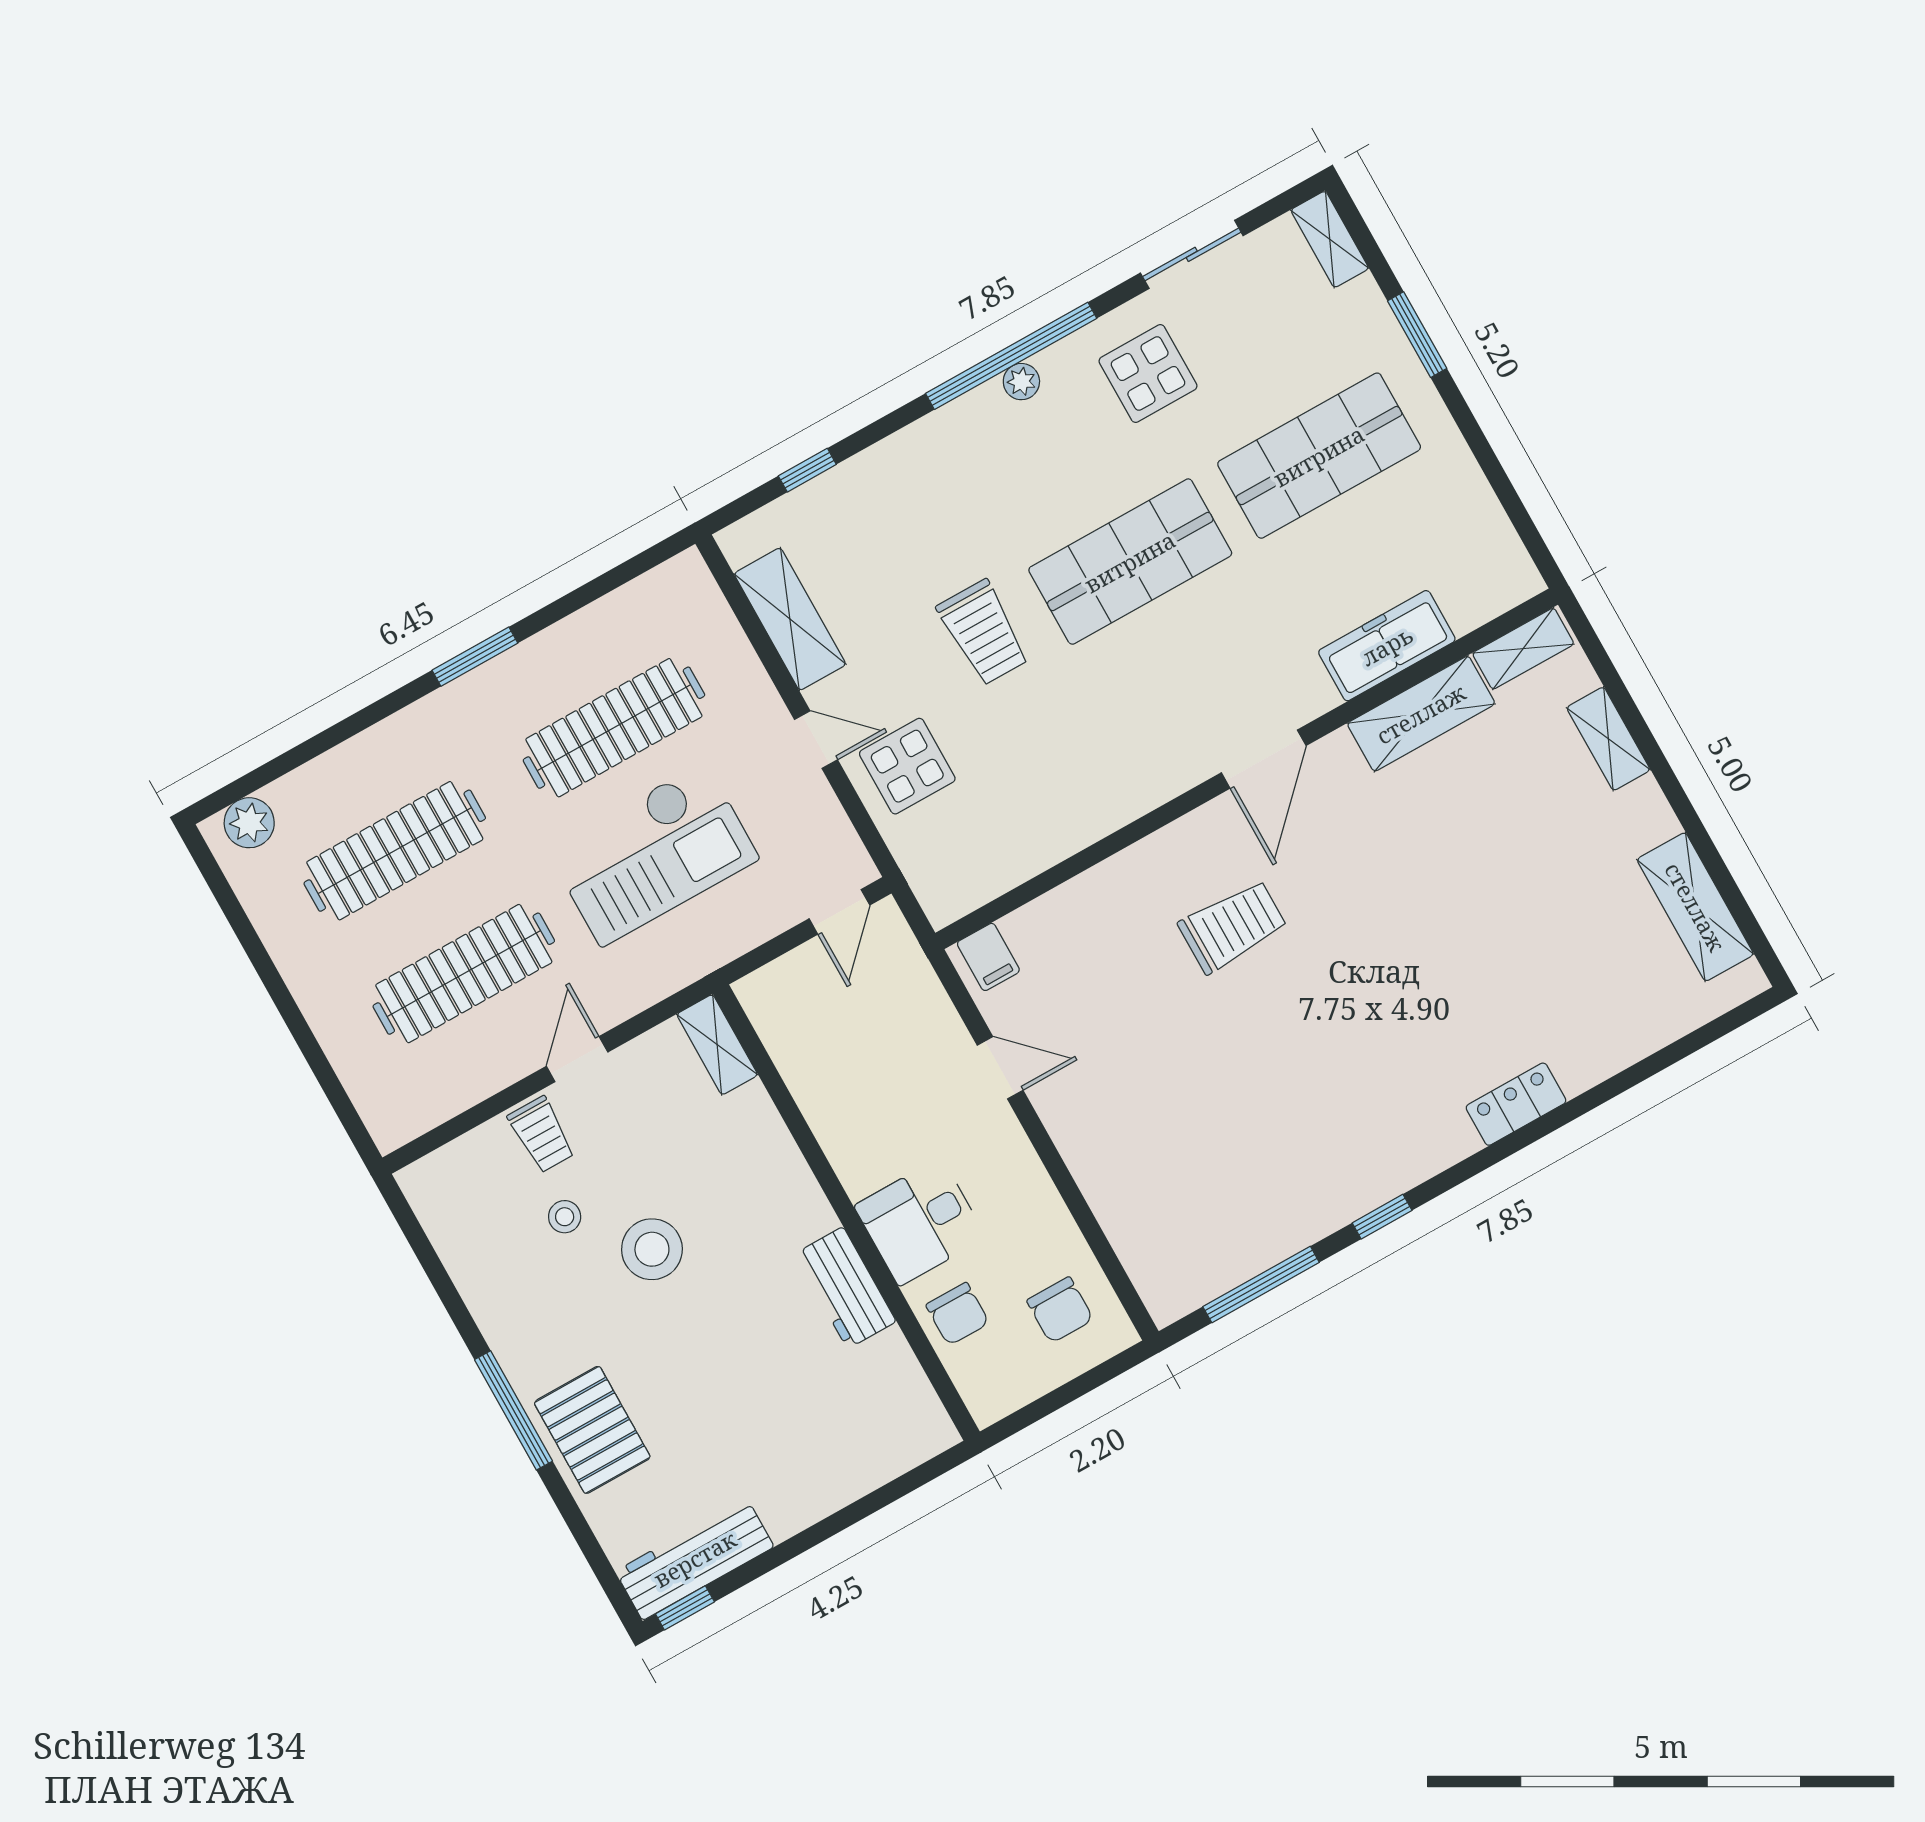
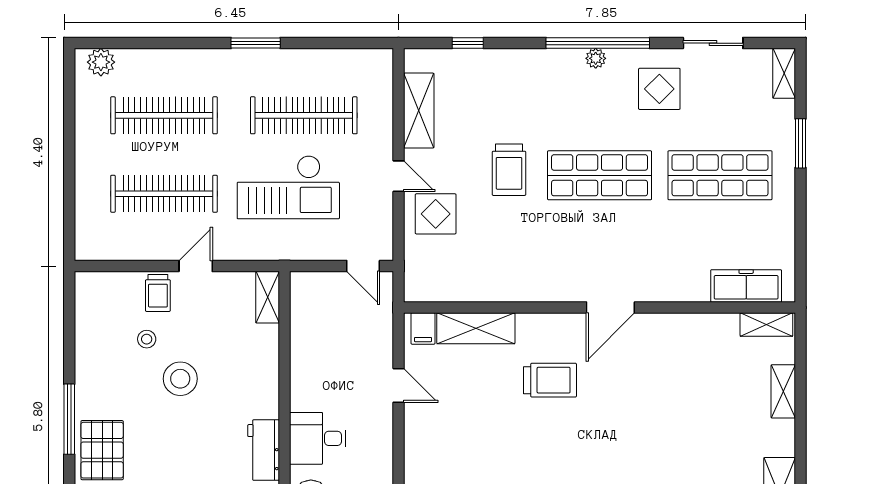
freezer: (1387, 646) -> (746, 286), moved
shelving: (1421, 714) -> (476, 328), moved
door: (839, 912) -> (363, 266), hinge flipped

